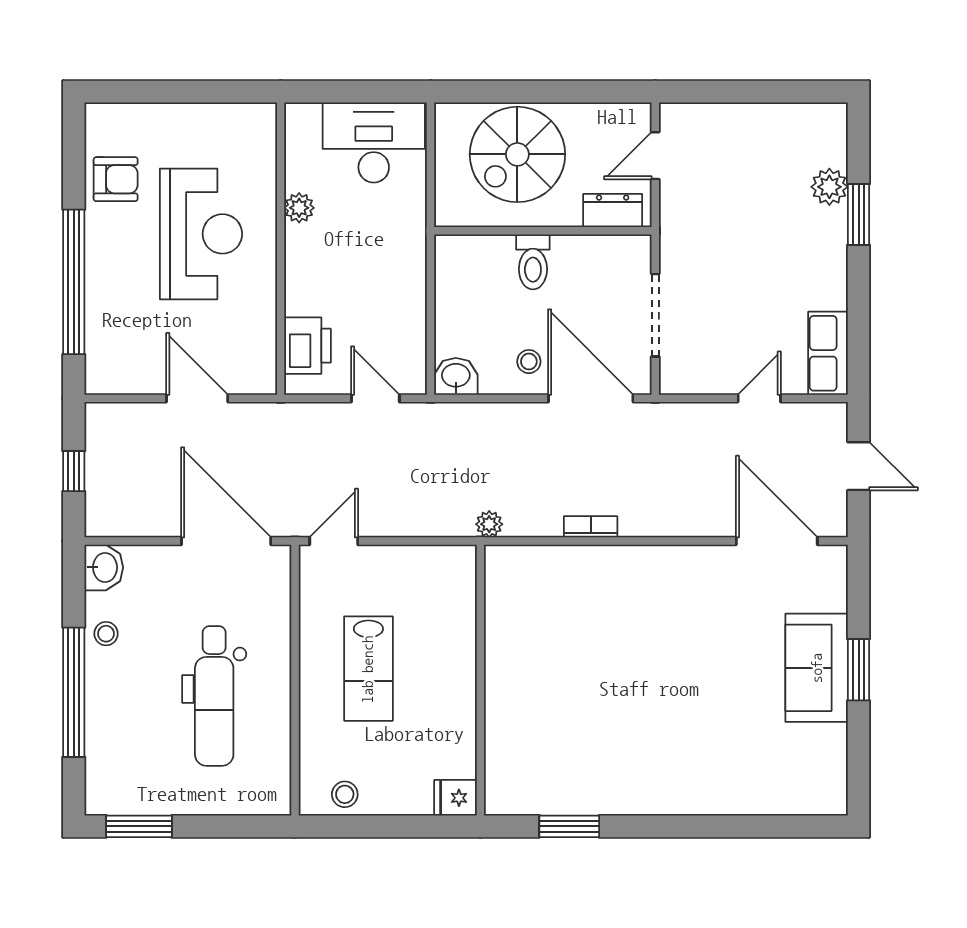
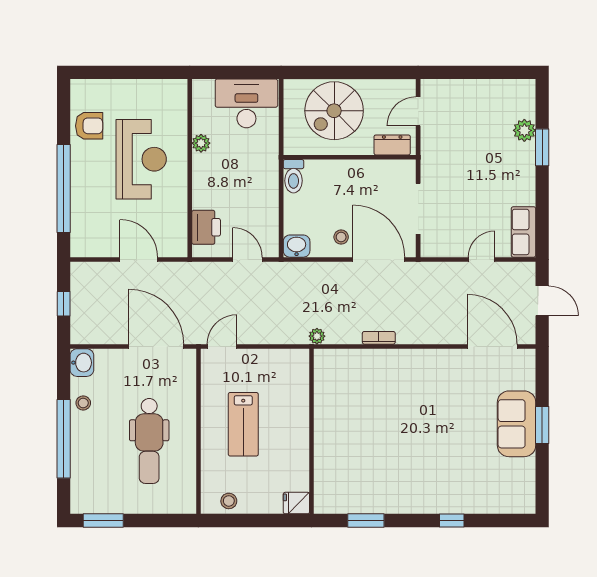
toilet: (533, 262) -> (293, 176), moved
window: (710, 826) -> (452, 521), added

